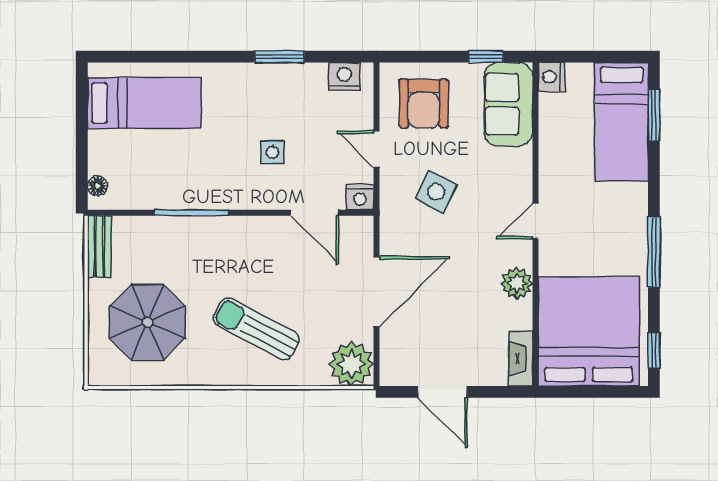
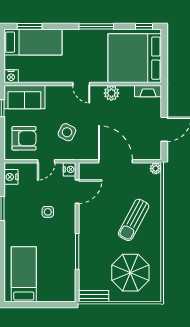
floor lamp: (98, 186) -> (64, 297), removed
plant: (351, 364) -> (156, 168), width x0.53, depth x0.53

